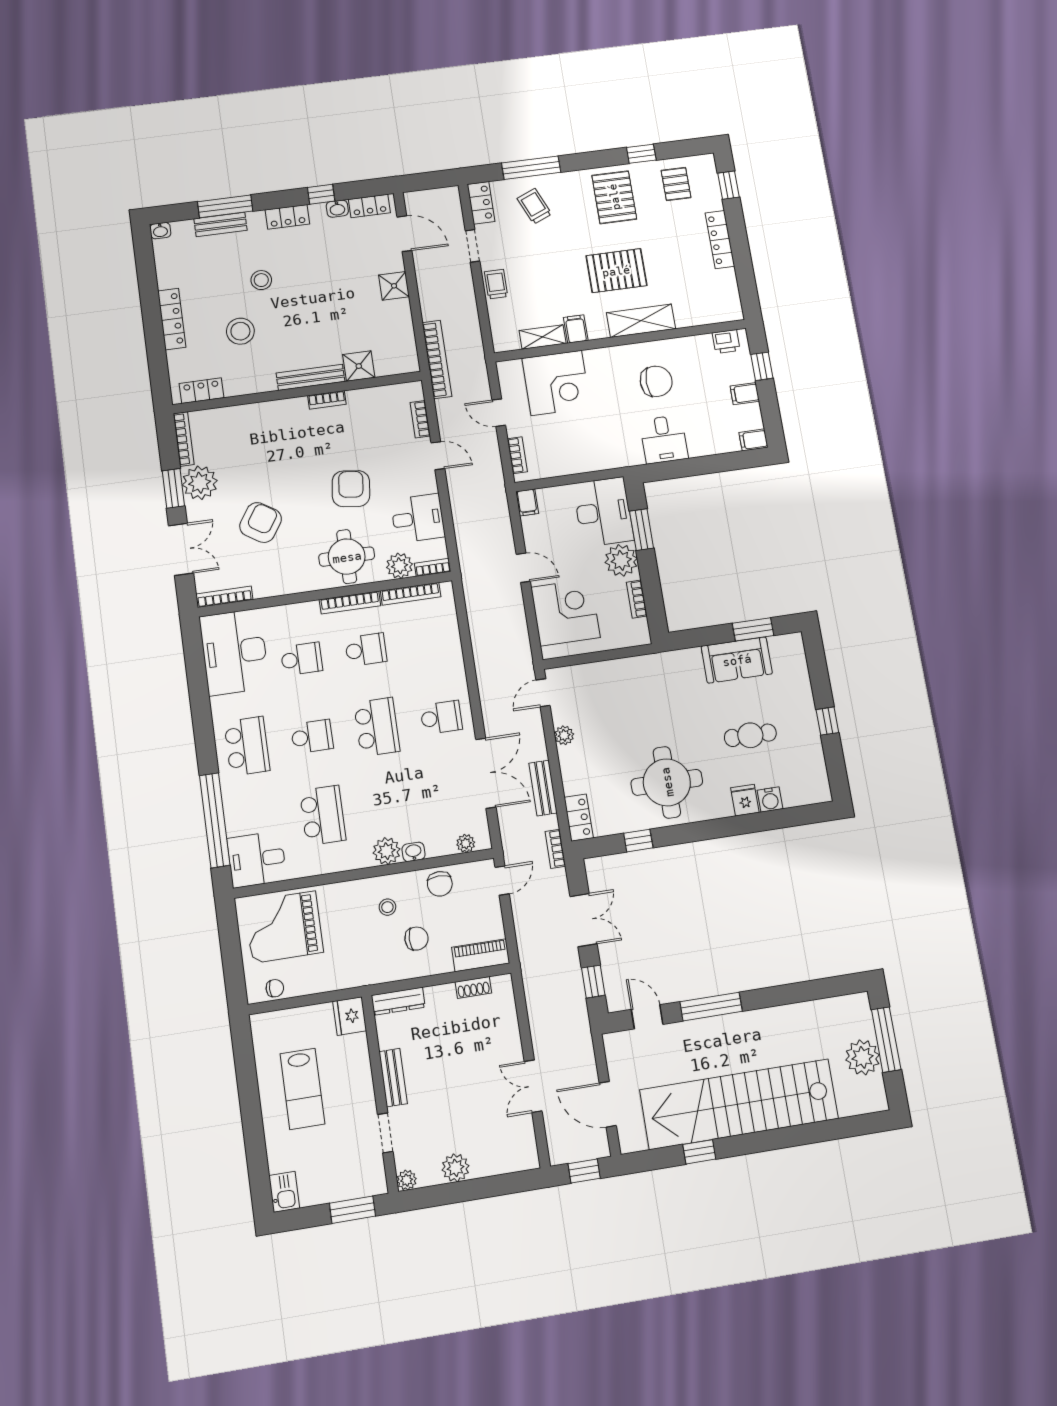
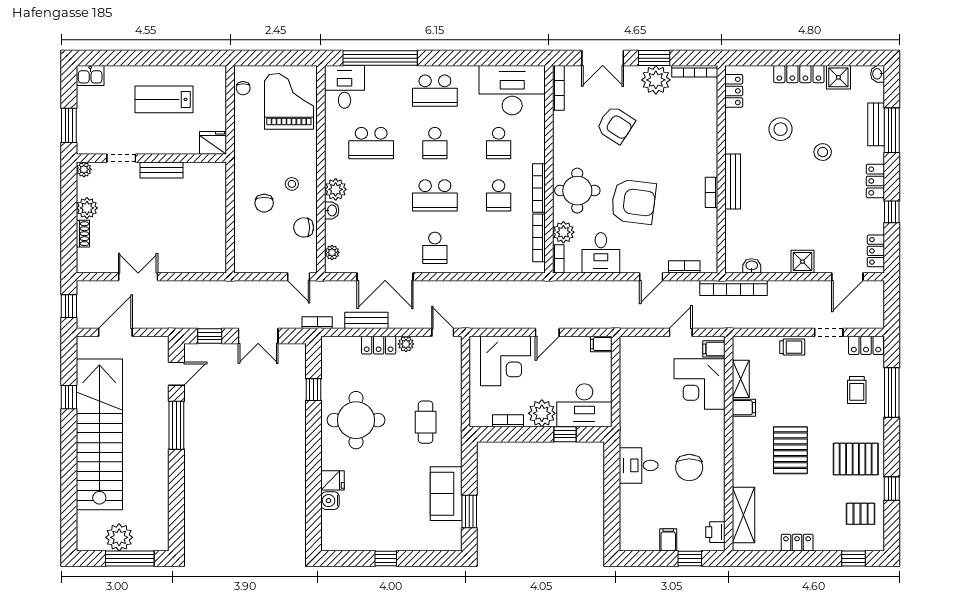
trolley: (534, 206) -> (857, 390), turned 113
washbasin: (337, 209) -> (752, 266), moved, turned 90
locker: (720, 240) -> (797, 543), width x0.66
shelving: (641, 321) -> (744, 515), moved
shower: (359, 366) -> (838, 77), moved
filing cabinet: (753, 440) -> (714, 349), moved, turned -90
bookcase: (517, 455) -> (642, 342), removed
armchair: (351, 489) -> (633, 202), width x1.36, depth x1.36
window: (642, 530) -> (565, 434), width x0.67
cafe table: (750, 735) -> (426, 422), moved
locker: (579, 818) -> (379, 345), moved
piano: (481, 955) -> (244, 251), removed
shoe rack: (473, 987) -> (83, 234), moved, turned 180
dresser: (398, 1001) -> (218, 182), removed

